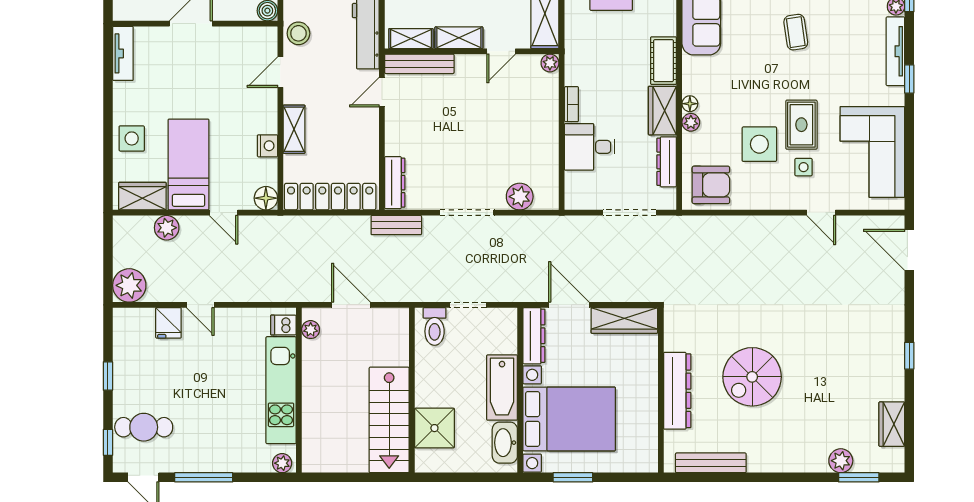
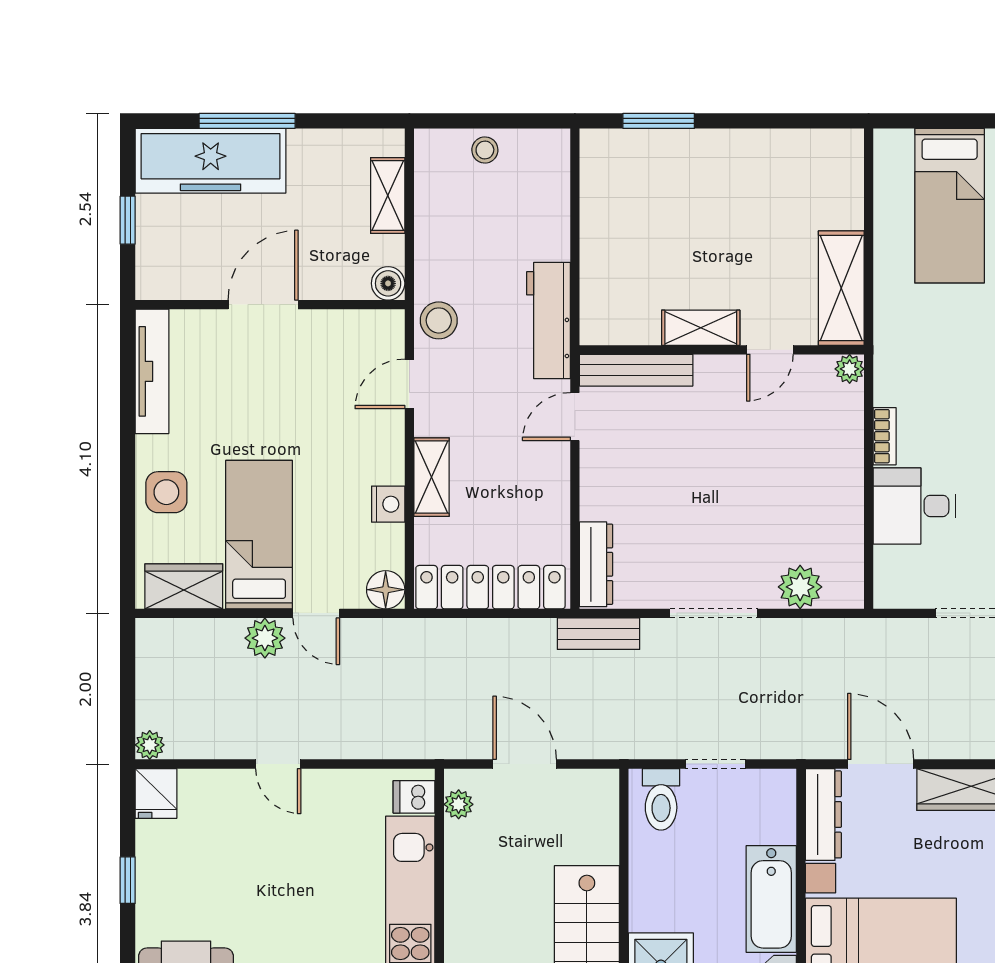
shelving: (411, 39) -> (622, 329), removed
tv unit: (123, 53) -> (152, 371), width x1.41
plant: (167, 228) -> (265, 638), moved
plant: (129, 285) -> (150, 745), width x0.53, depth x0.53
fridge: (168, 323) -> (156, 793), moved

